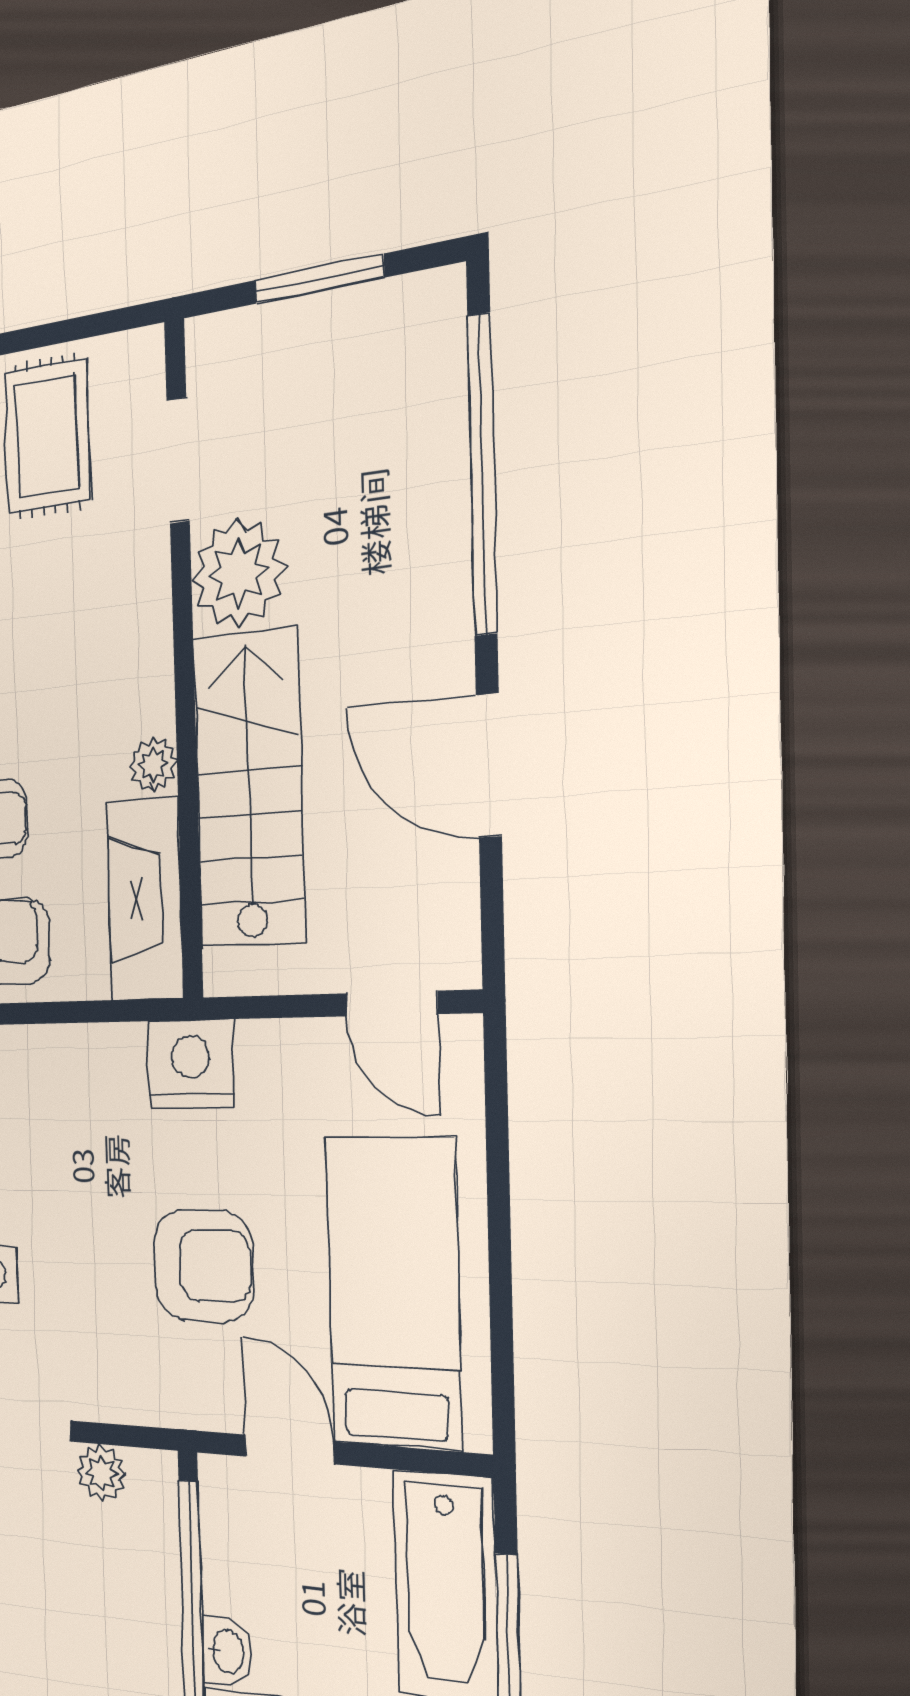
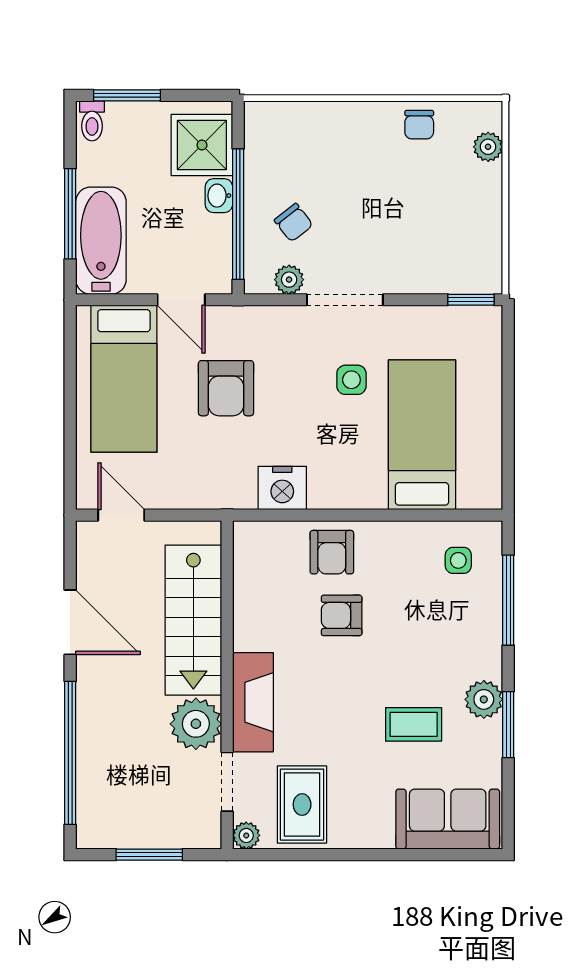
plant: (153, 765) -> (246, 835), moved
fireplace: (145, 899) -> (253, 702), moved
nightstand: (191, 1064) -> (282, 488), moved
armchair: (203, 1265) -> (226, 388), turned -90
chair: (97, 1582) -> (294, 223), added

